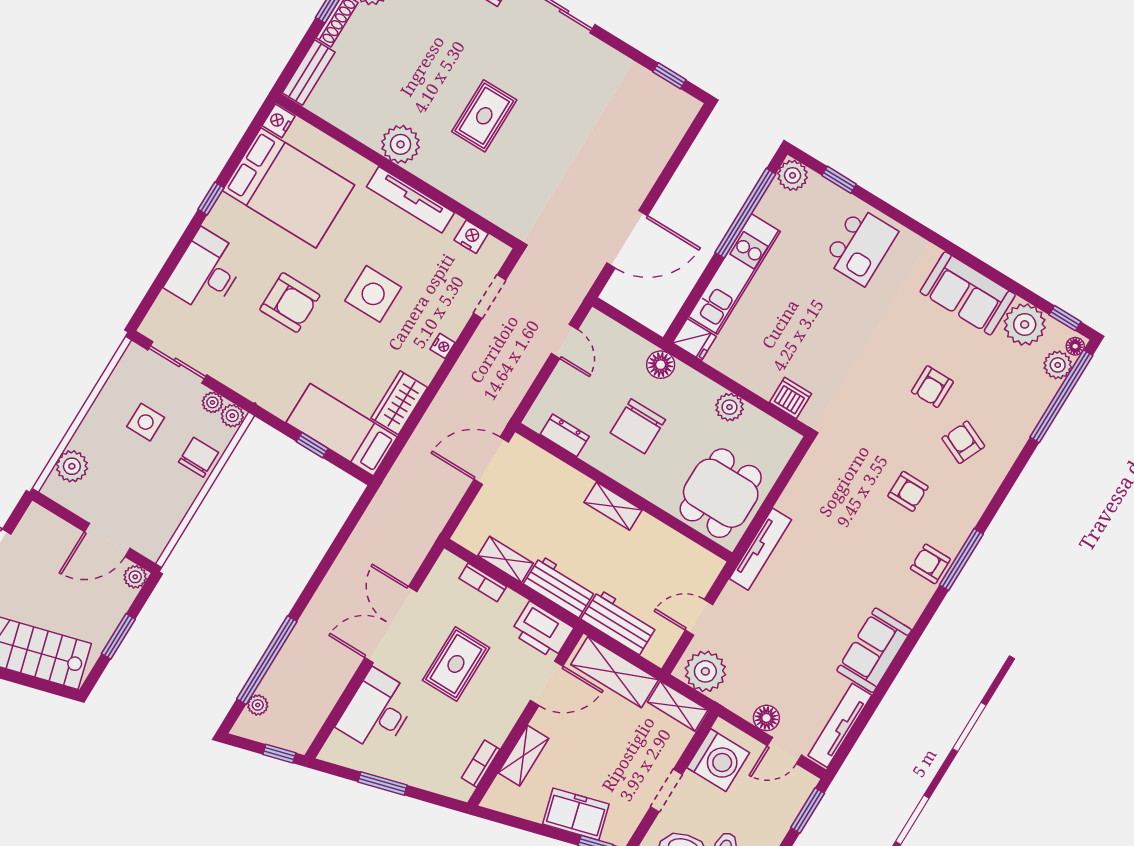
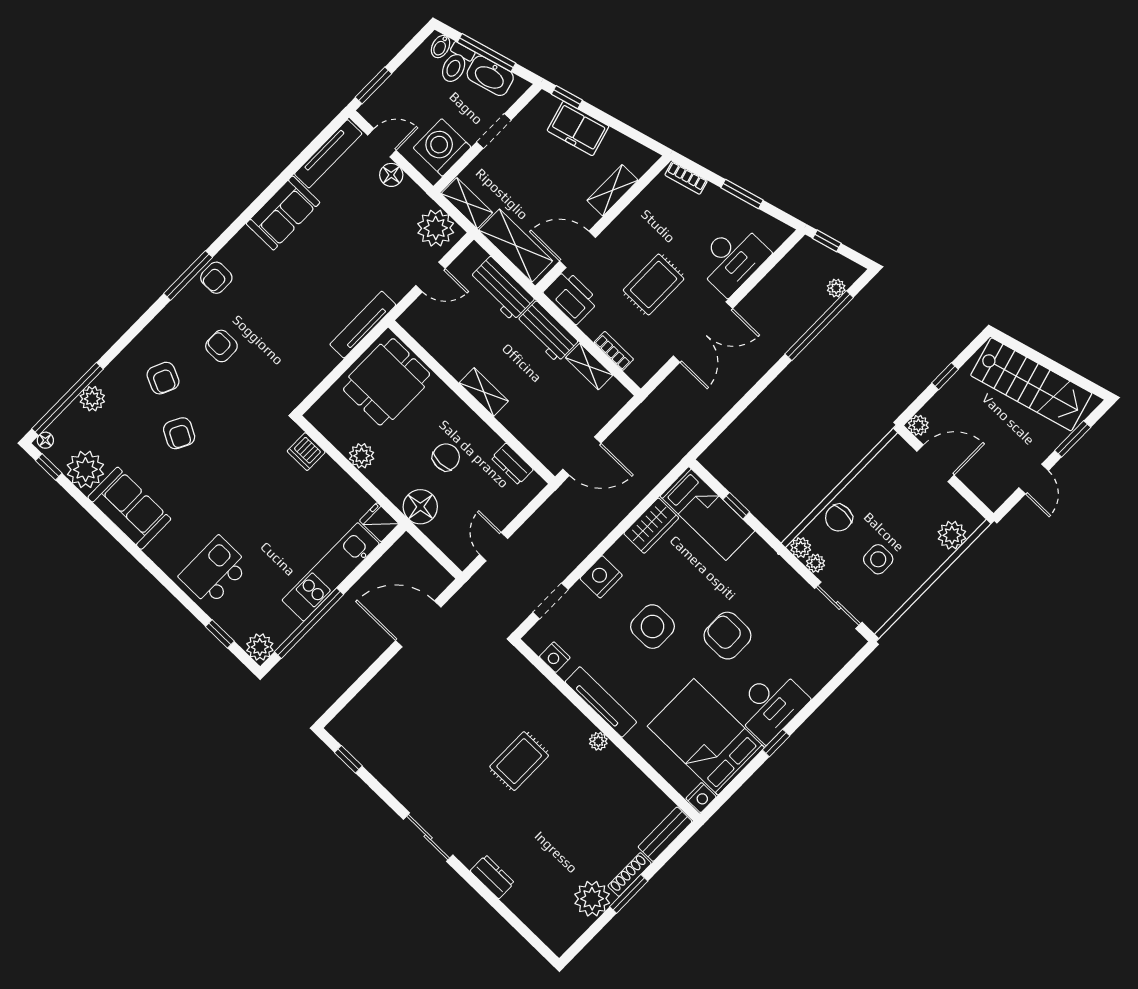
plant: (401, 144) -> (598, 741), width x0.53, depth x0.53
desk: (206, 272) -> (771, 705), moved
nightstand: (443, 346) -> (601, 577), width x1.89, depth x1.79
floor lamp: (661, 365) -> (420, 507), width x1.38, depth x1.38
plant: (1058, 365) -> (92, 399), moved
armchair: (932, 387) -> (179, 433), turned 118
chair: (638, 426) -> (446, 457), width x0.73, depth x0.73
armchair: (930, 564) -> (216, 278), turned 90
window: (118, 636) -> (945, 376), width x0.67
bookcase: (481, 764) -> (686, 178), moved, turned 75

